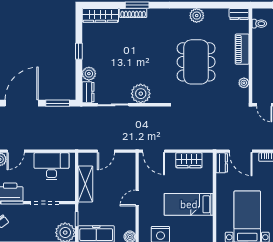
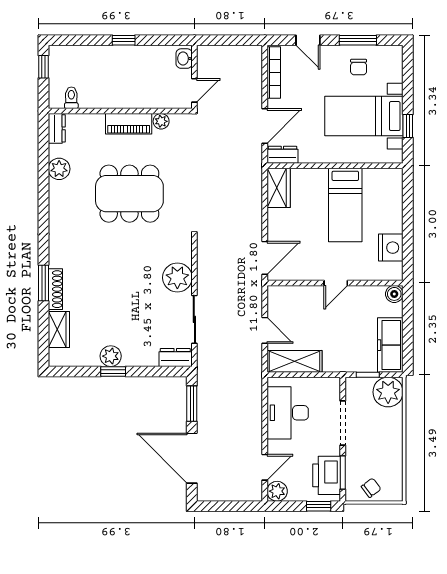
wardrobe: (100, 15) -> (59, 329), width x0.67
plant: (197, 16) -> (59, 169), moved
piano: (242, 49) -> (129, 124), moved
plant: (89, 74) -> (111, 356), moved
door: (16, 151) -> (265, 467), hinge flipped
wardrobe: (189, 160) -> (279, 188), moved
shelving: (85, 184) -> (295, 361), moved
door: (137, 198) -> (336, 283), hinge flipped

